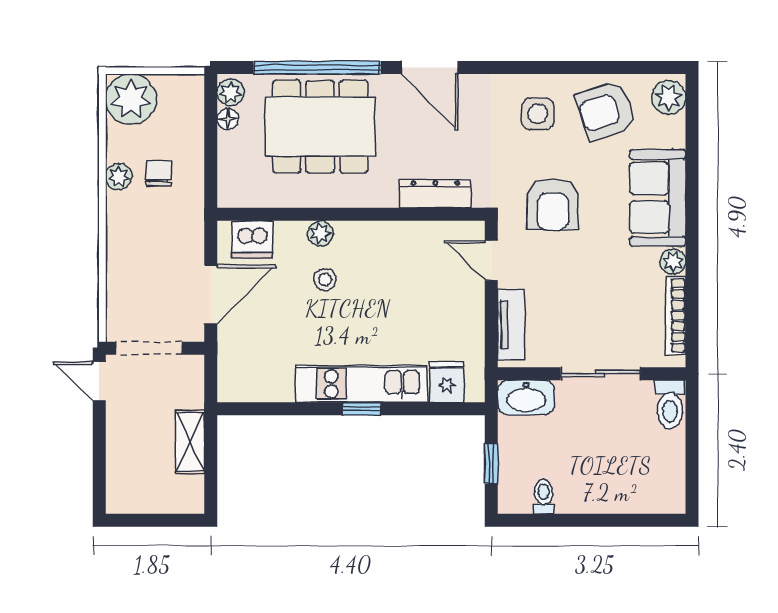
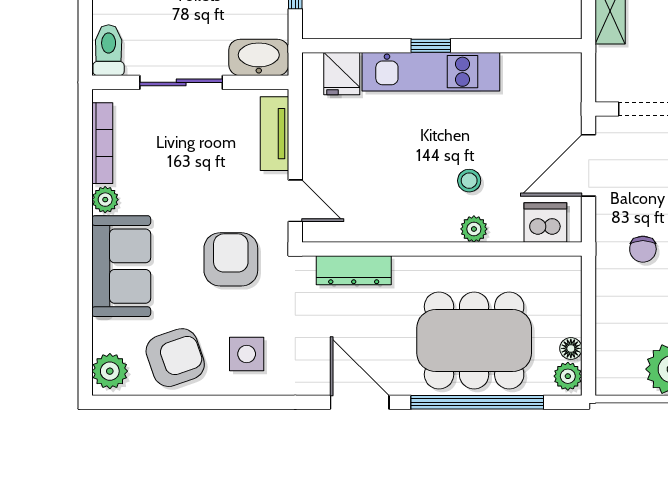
chair: (159, 173) -> (643, 249), moved

